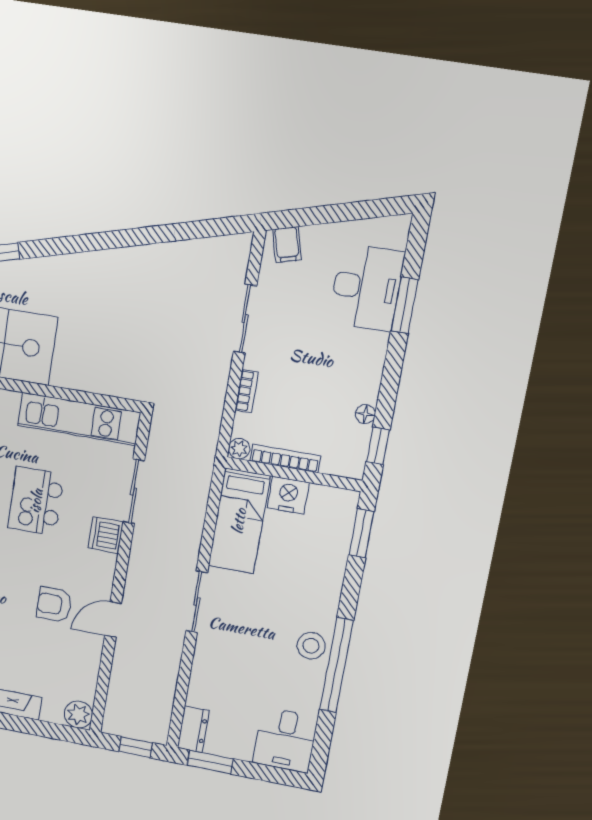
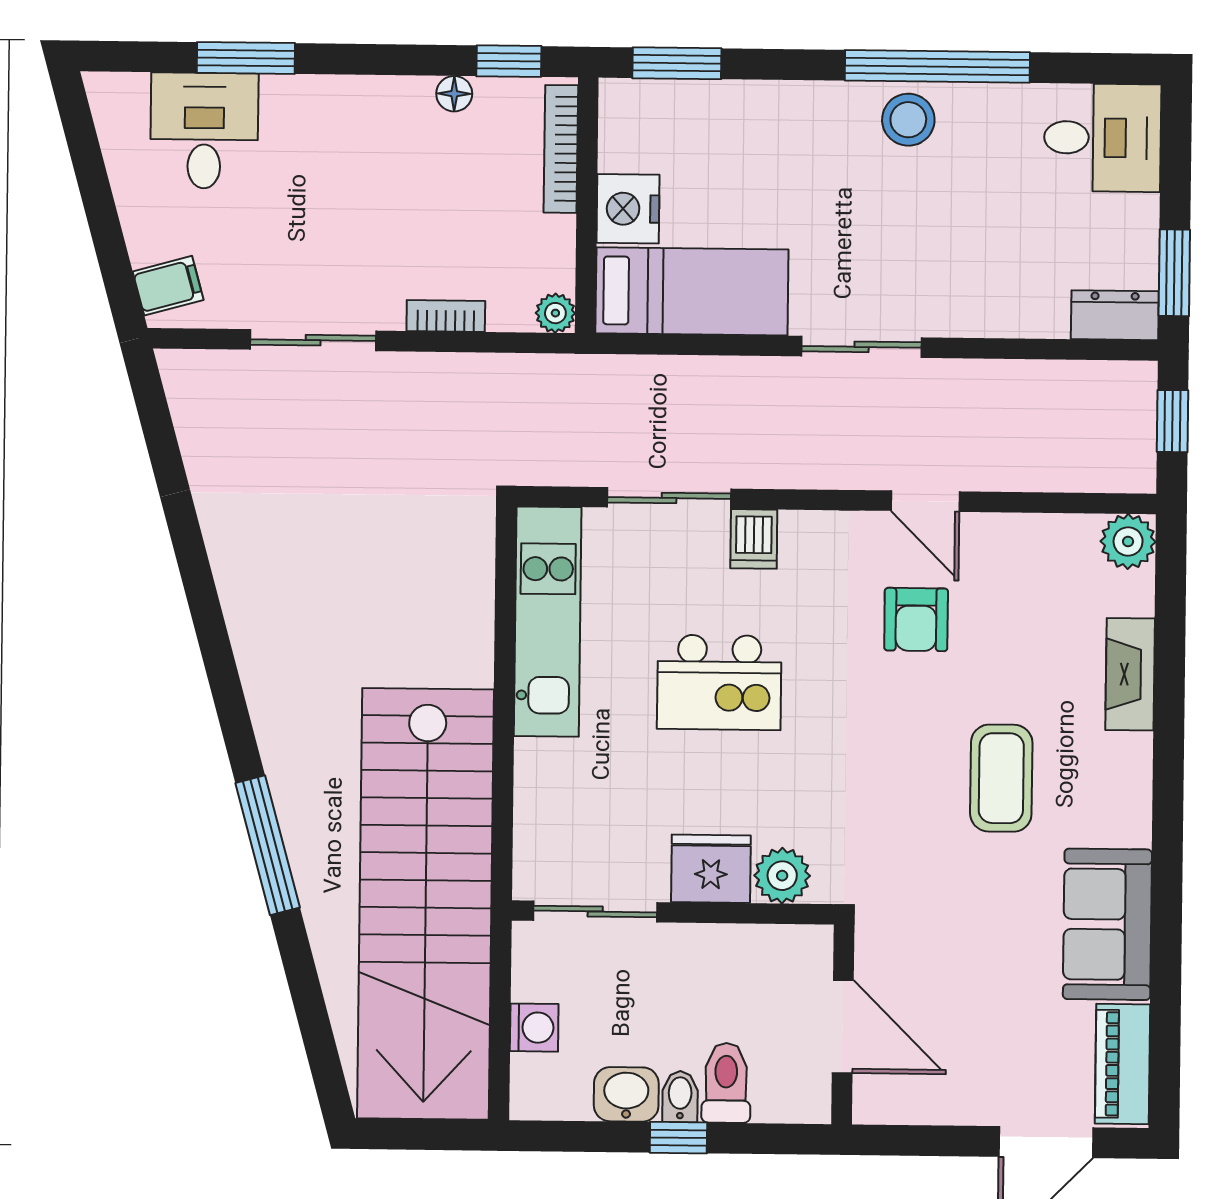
desk: (366, 287) -> (204, 131), width x0.73
bookcase: (285, 458) -> (561, 149), moved
dishwasher: (106, 535) -> (754, 539), width x0.73

